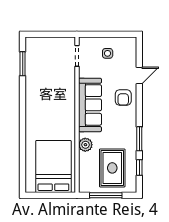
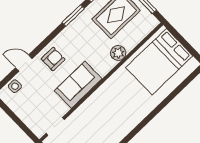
side table: (108, 53) -> (15, 86), moved
sofa: (90, 105) -> (78, 85), width x0.73

